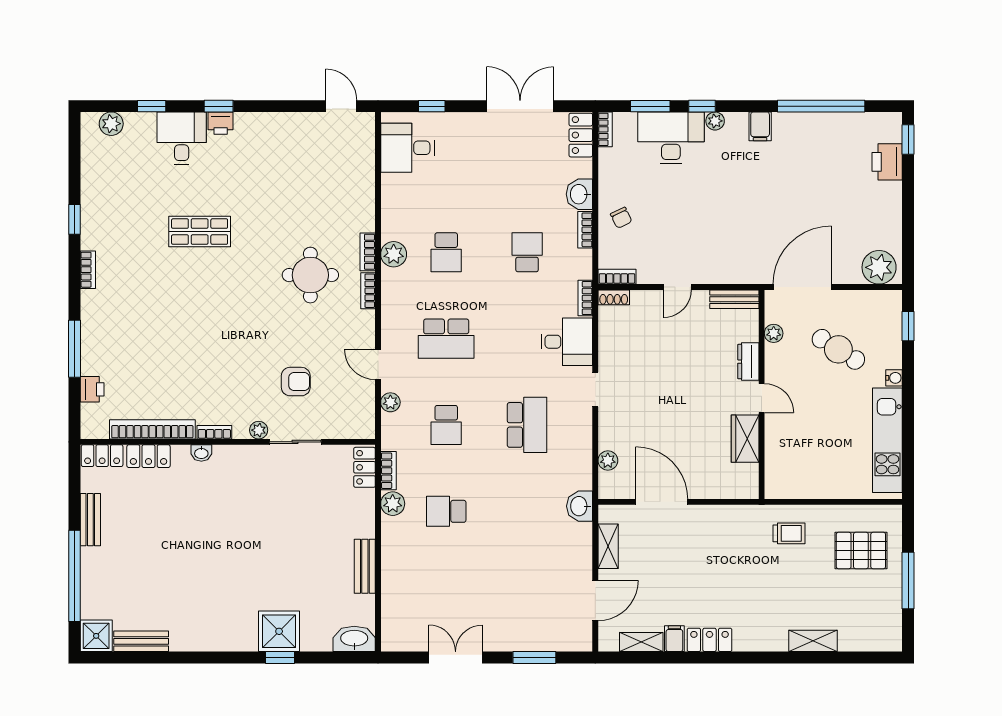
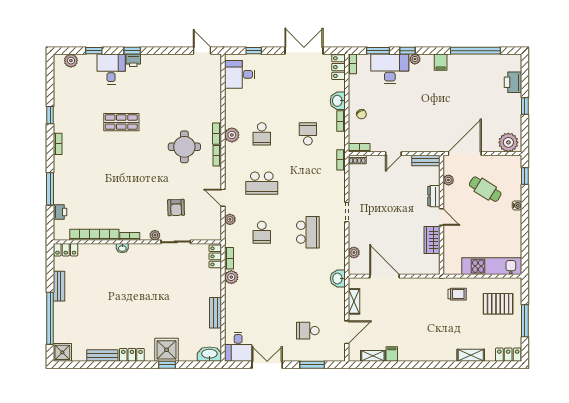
window: (908, 139) -> (525, 106), moved
desk: (567, 342) -> (238, 347), moved, turned 90
armchair: (296, 382) -> (176, 208), turned 88
kitchen unit: (887, 440) -> (492, 266), moved, turned 90
locker: (148, 456) -> (132, 355), moved, turned 180
school desk: (446, 511) -> (308, 331), moved
locker: (710, 640) -> (508, 355), moved
bench: (141, 641) -> (102, 356), moved

